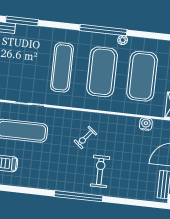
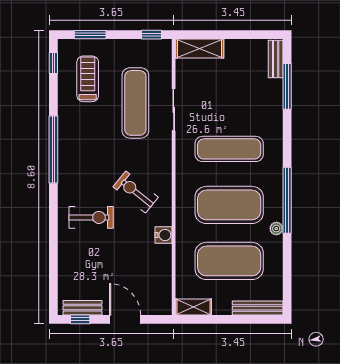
water cooler: (146, 124) -> (164, 235), moved
exercise bike: (85, 138) -> (136, 192), width x1.38, depth x1.39
window: (78, 196) -> (53, 150), moved

